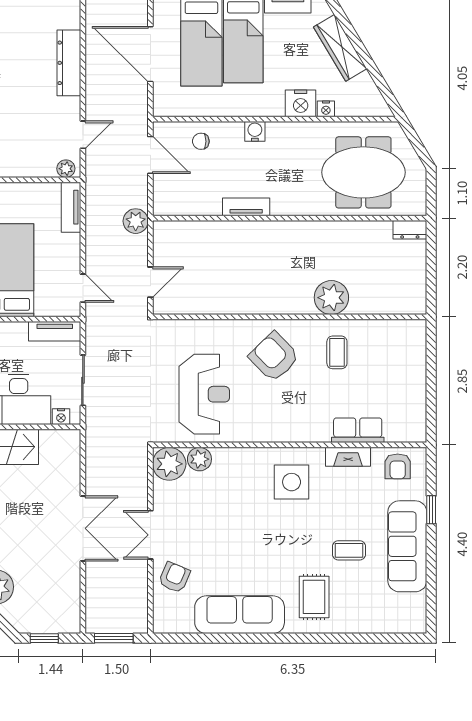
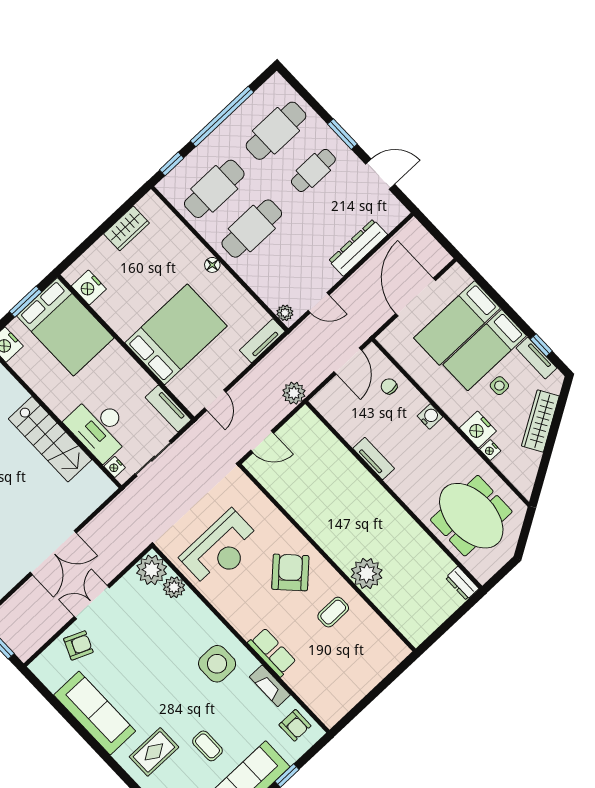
side table: (282, 54) -> (499, 386), added
row of seats: (358, 430) -> (272, 652), moved
armchair: (398, 466) -> (295, 725), turned -90

